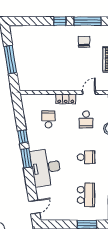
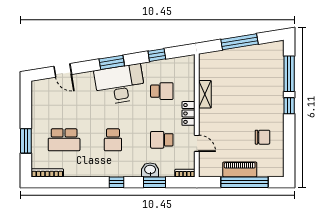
window: (88, 21) -> (289, 74), moved
shelving: (51, 86) -> (205, 94), added
window: (23, 137) -> (157, 55), moved
desk: (46, 168) -> (120, 84), moved
door: (34, 207) -> (63, 70), moved

